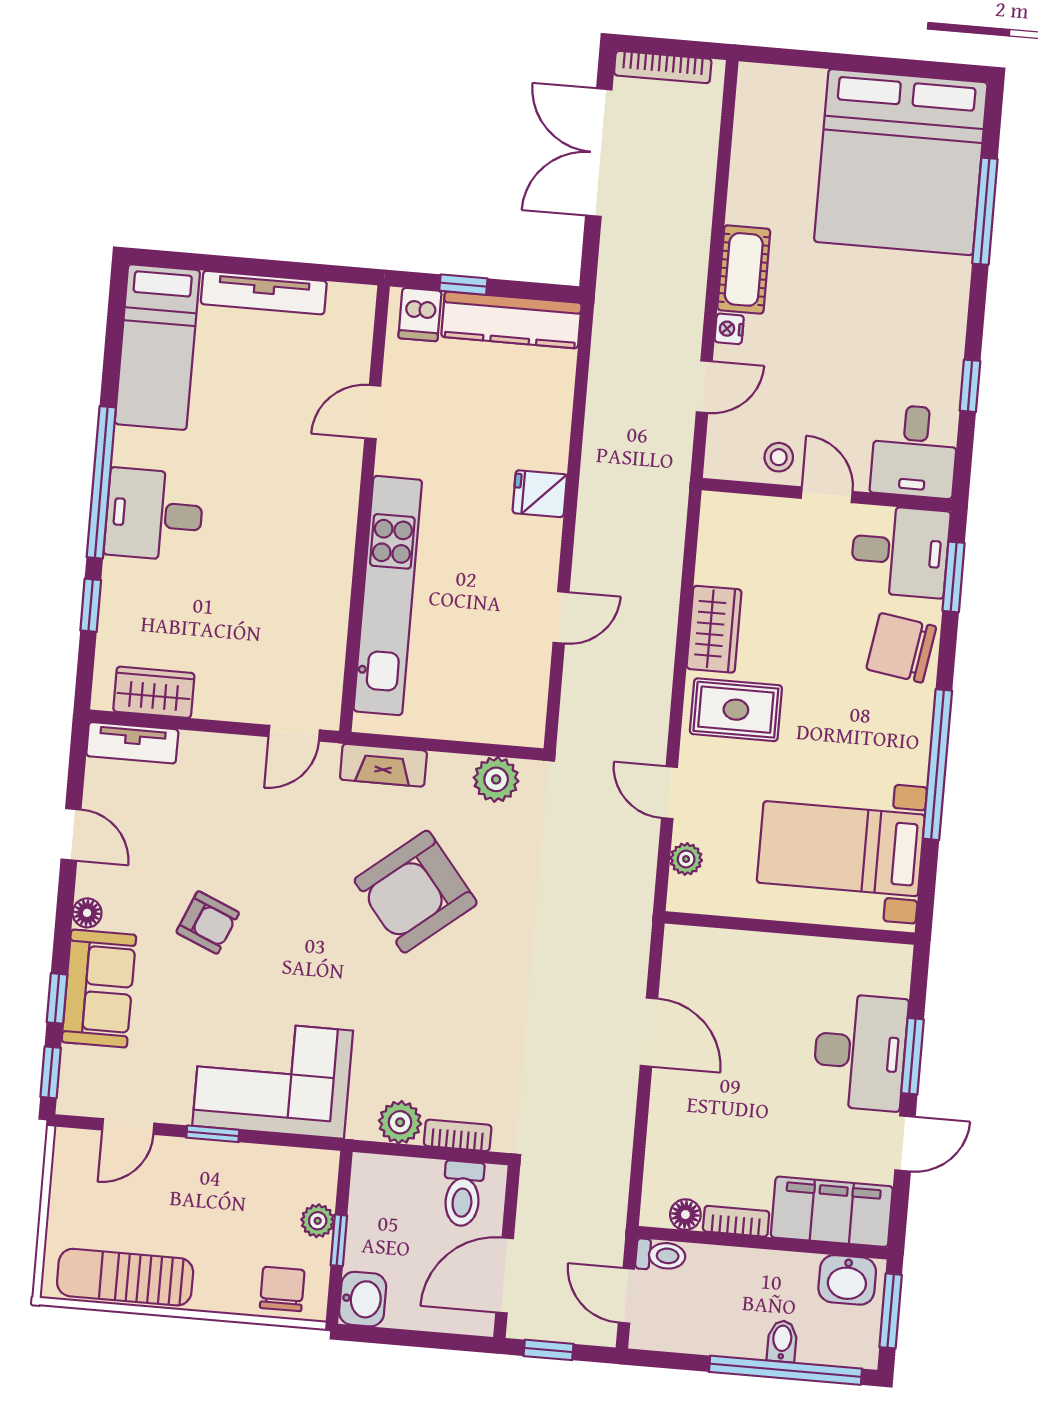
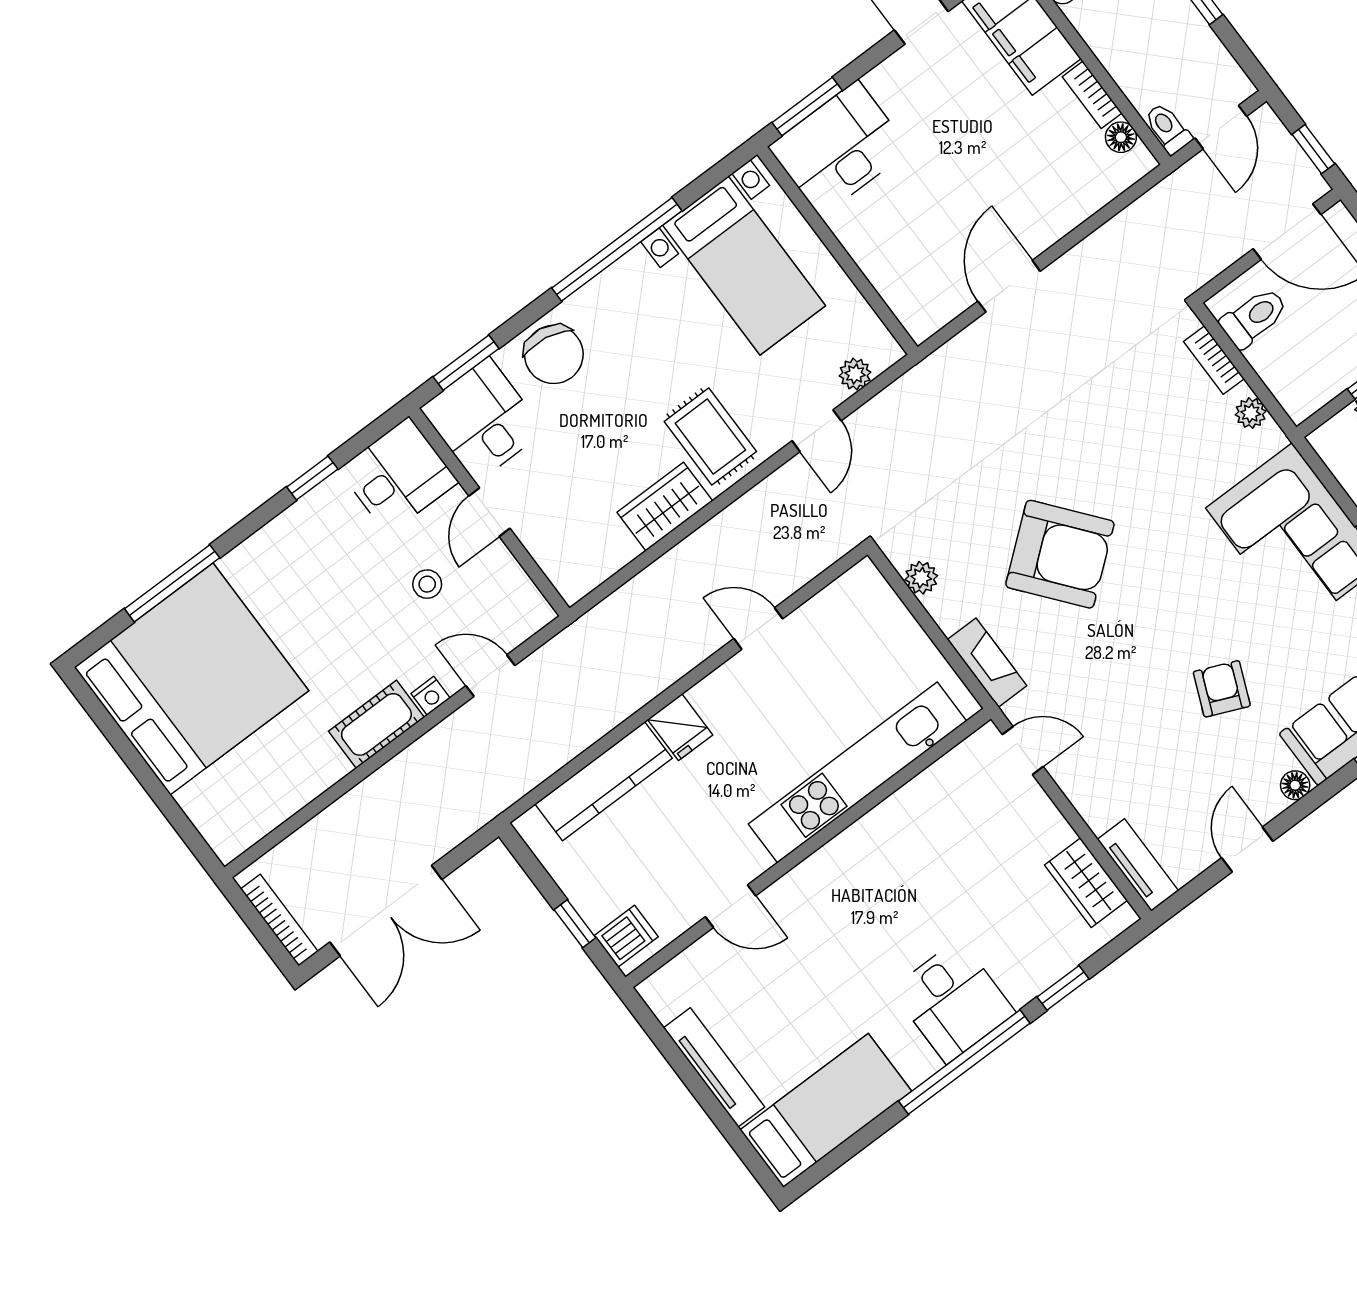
kitchen counter: (511, 320) -> (604, 781), moved, turned 90
stool: (779, 457) -> (427, 584), moved
plant: (496, 779) -> (921, 578), width x0.73, depth x0.73
desk: (860, 1052) -> (839, 148), moved
window: (912, 1056) -> (807, 106), moved
plant: (400, 1122) -> (1251, 413), width x0.73, depth x0.73

